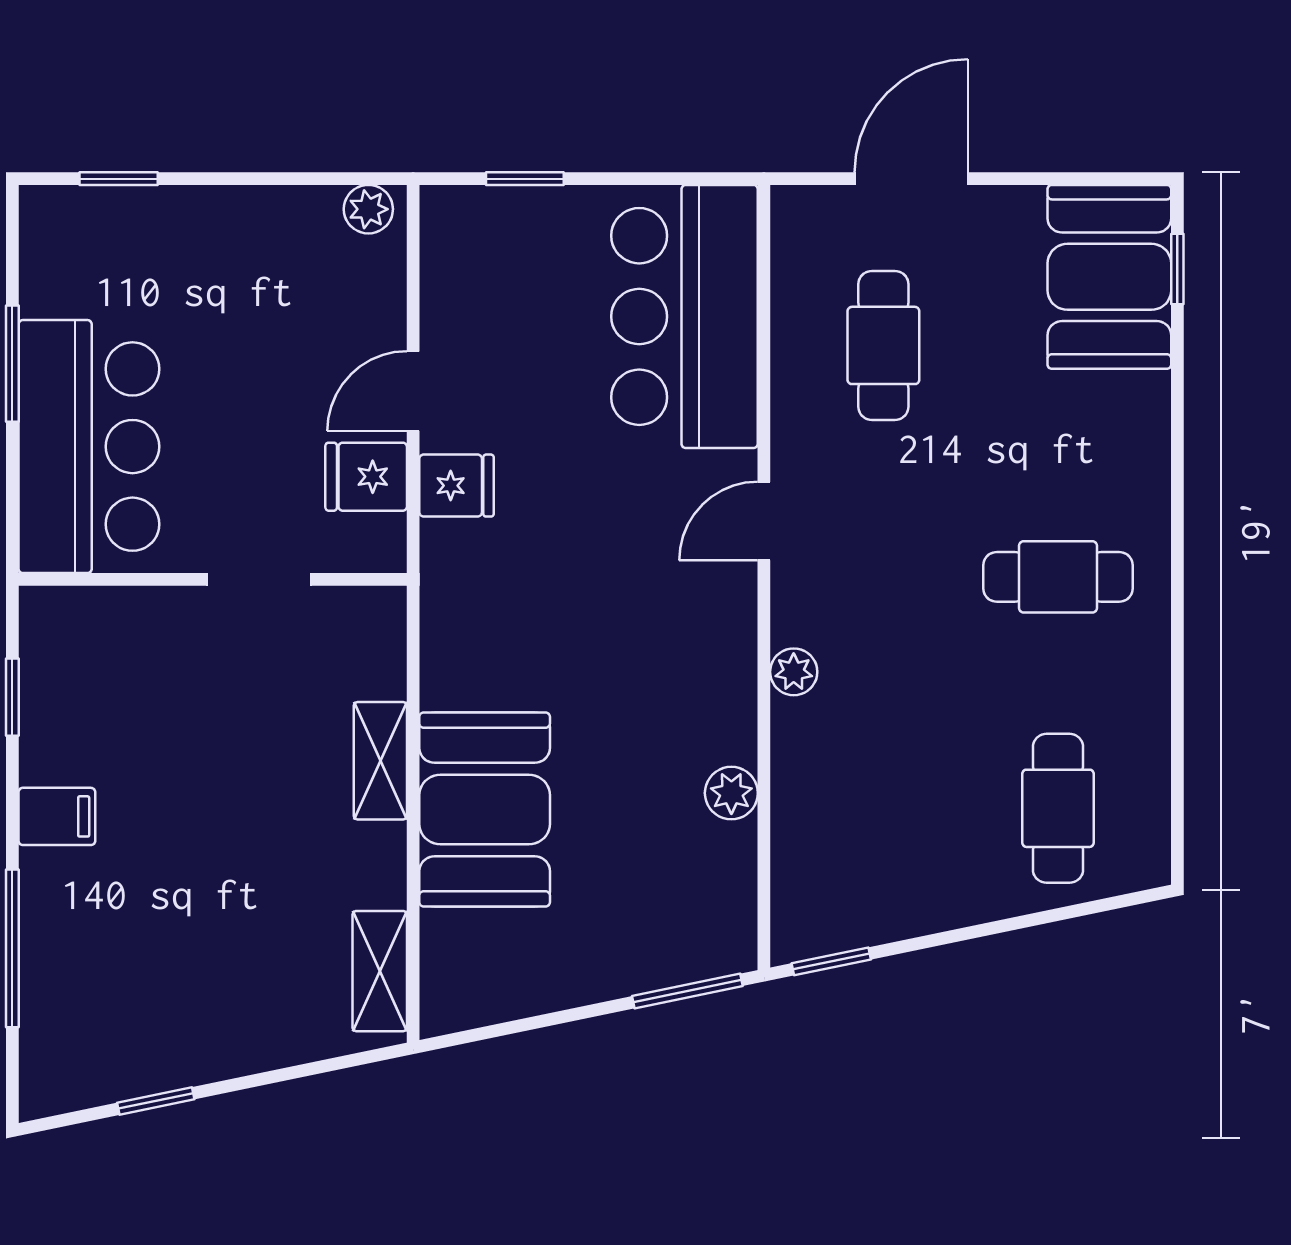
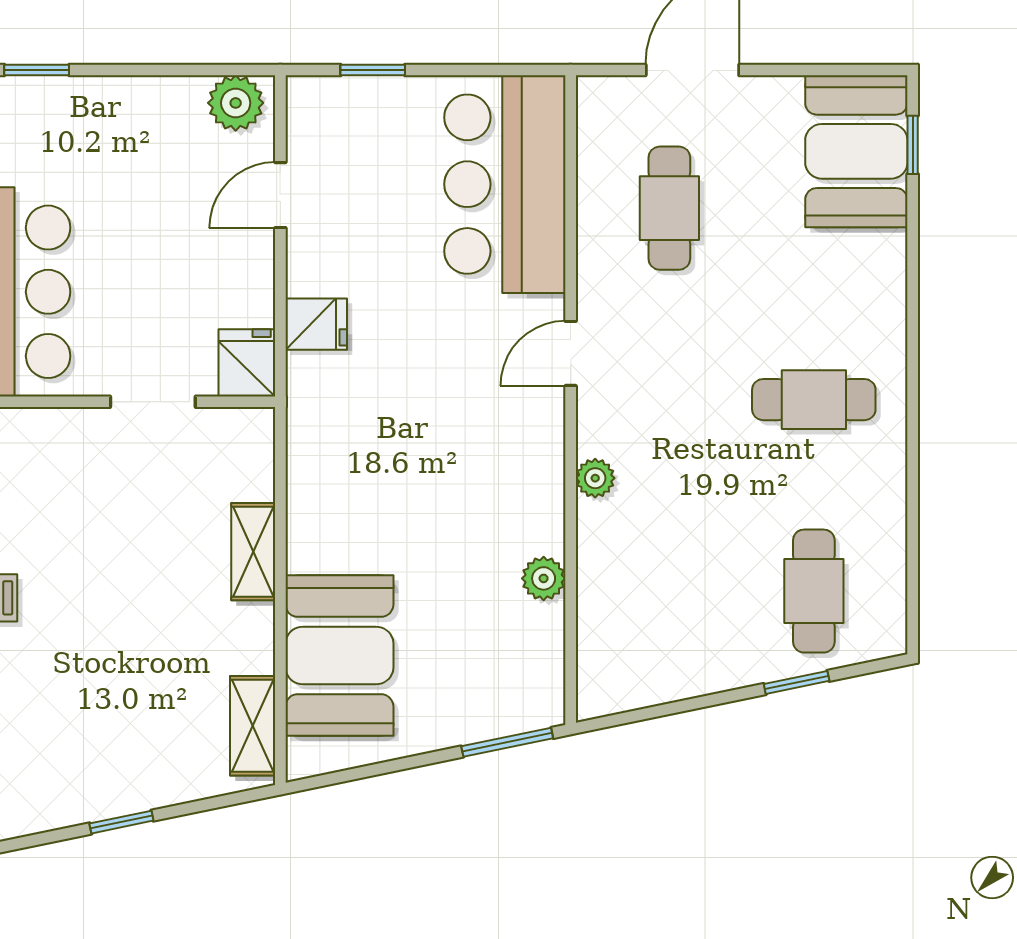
plant: (368, 209) -> (236, 103), width x1.38, depth x1.38
door: (413, 391) -> (280, 195), moved
fridge: (366, 477) -> (247, 363), moved, turned 90
booth: (485, 810) -> (339, 656), moved
window: (831, 961) -> (797, 682), moved
window: (156, 1101) -> (121, 822), moved

